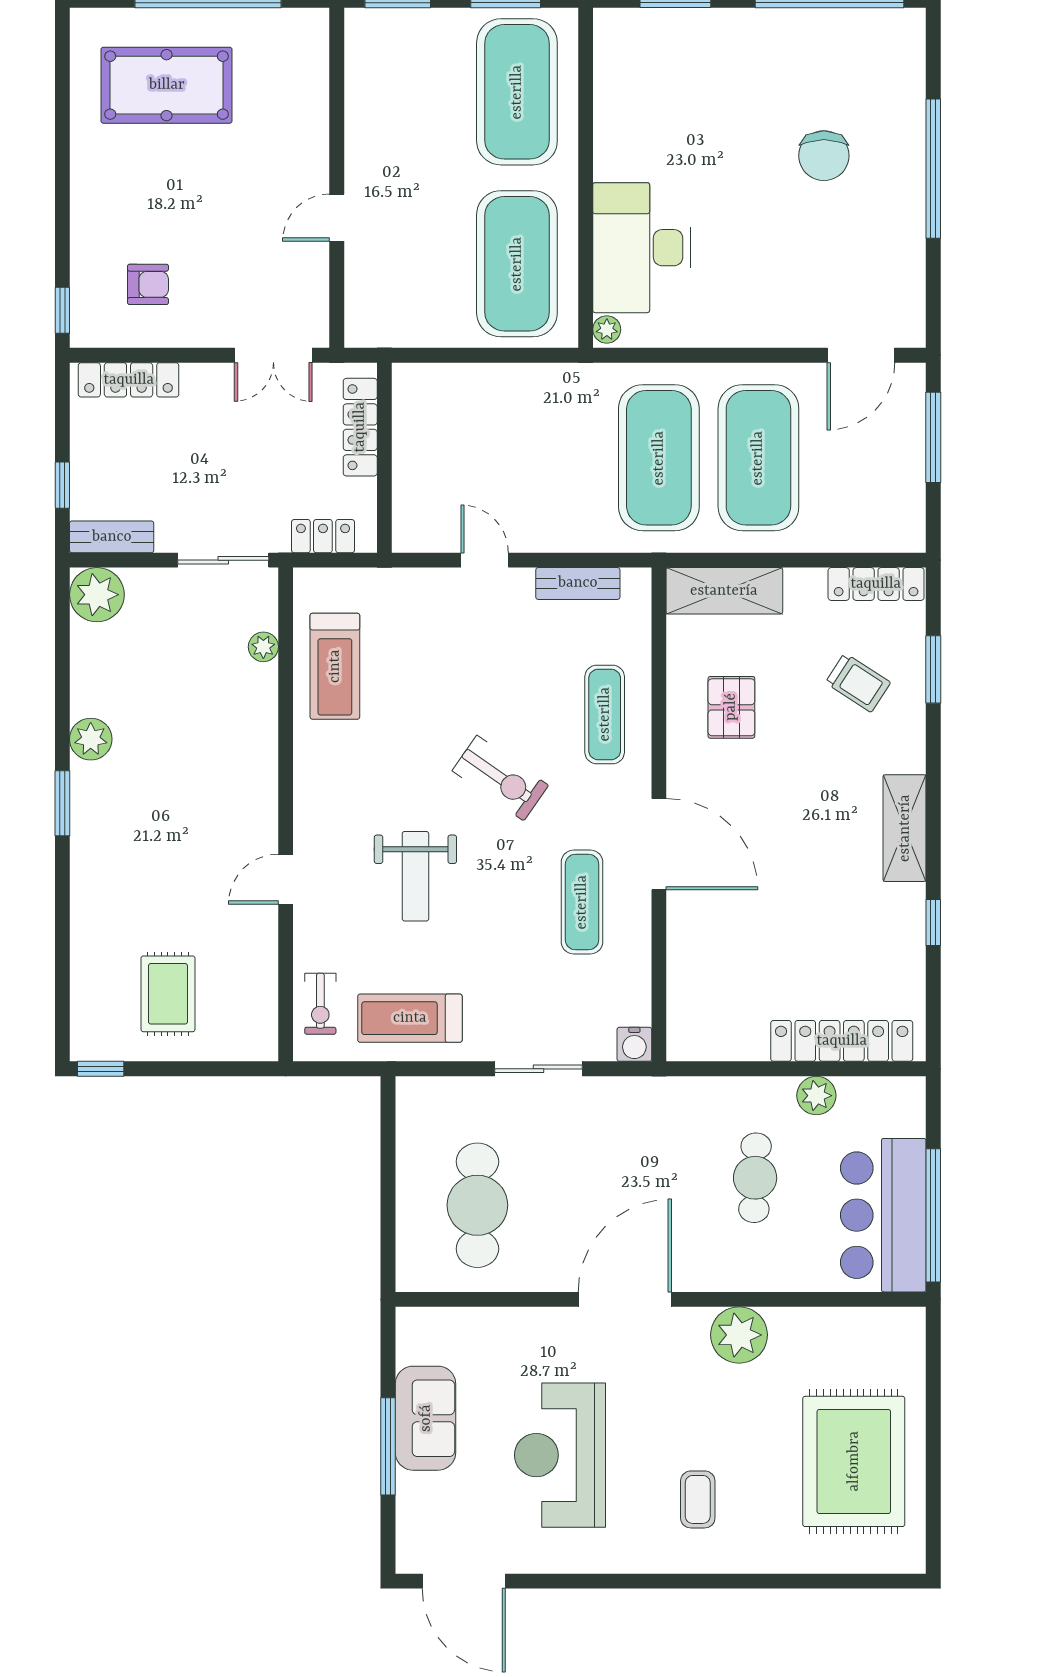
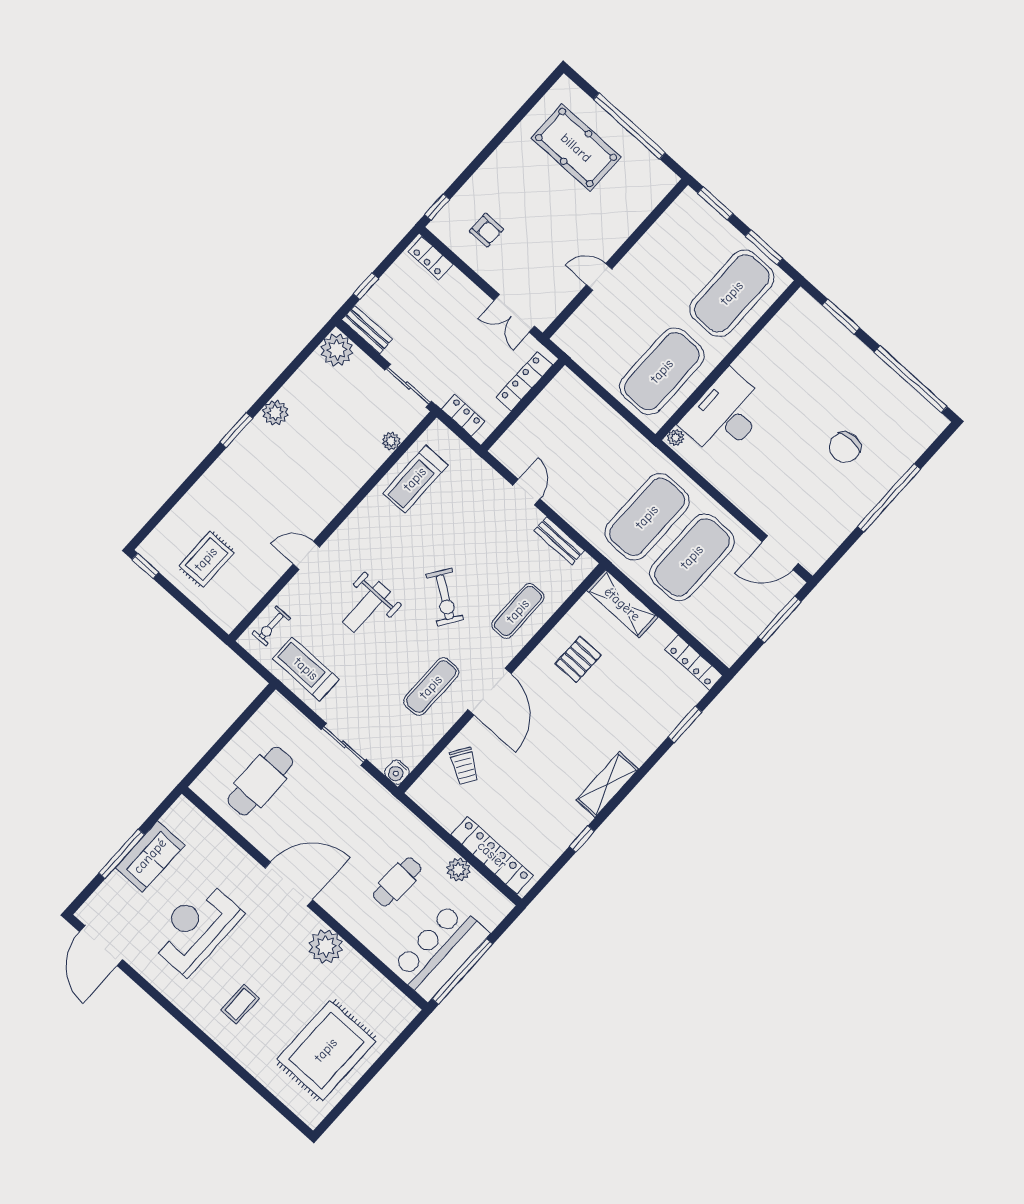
locker: (129, 380) -> (431, 258), width x0.66
trolley: (858, 683) -> (464, 766), moved

